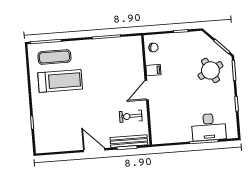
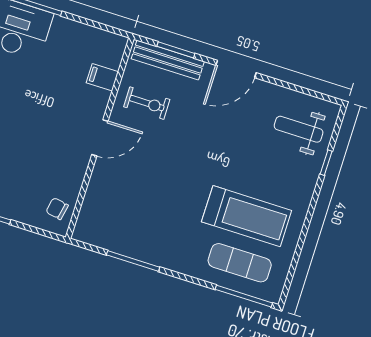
filing cabinet: (153, 70) -> (102, 77), moved
treadmill: (60, 81) -> (247, 216), turned 180
weight bench: (52, 133) -> (299, 129), added
door: (94, 150) -> (236, 69), hinge flipped

